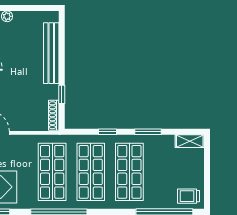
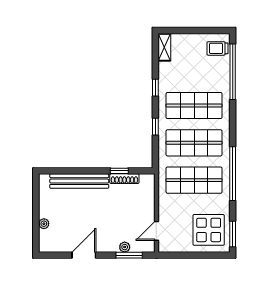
shoe rack: (54, 115) -> (124, 179), moved
window: (148, 132) -> (155, 88), width x0.67
trolley: (189, 196) -> (217, 48), turned 90

